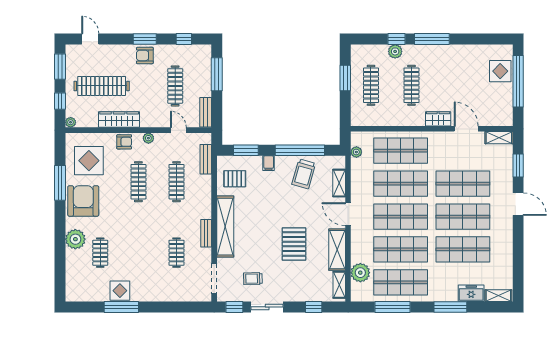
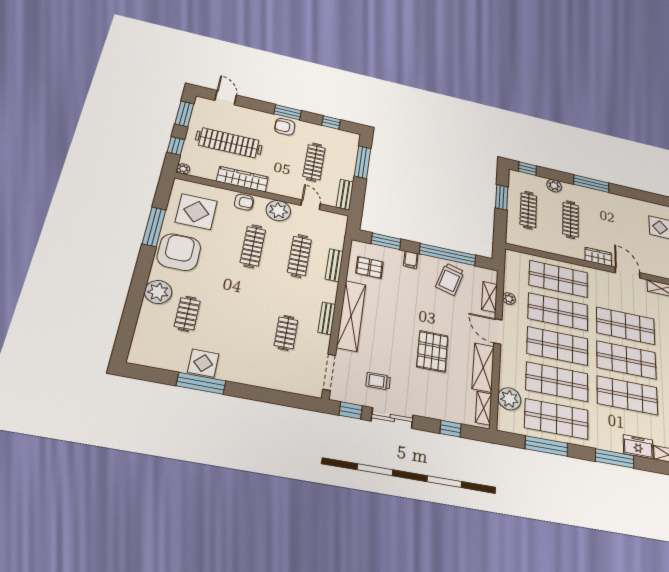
window: (397, 39) -> (528, 169), moved
plant: (148, 138) -> (278, 211), width x1.88, depth x1.88
plant: (356, 152) -> (509, 299), moved
bench: (206, 159) -> (334, 265), moved

